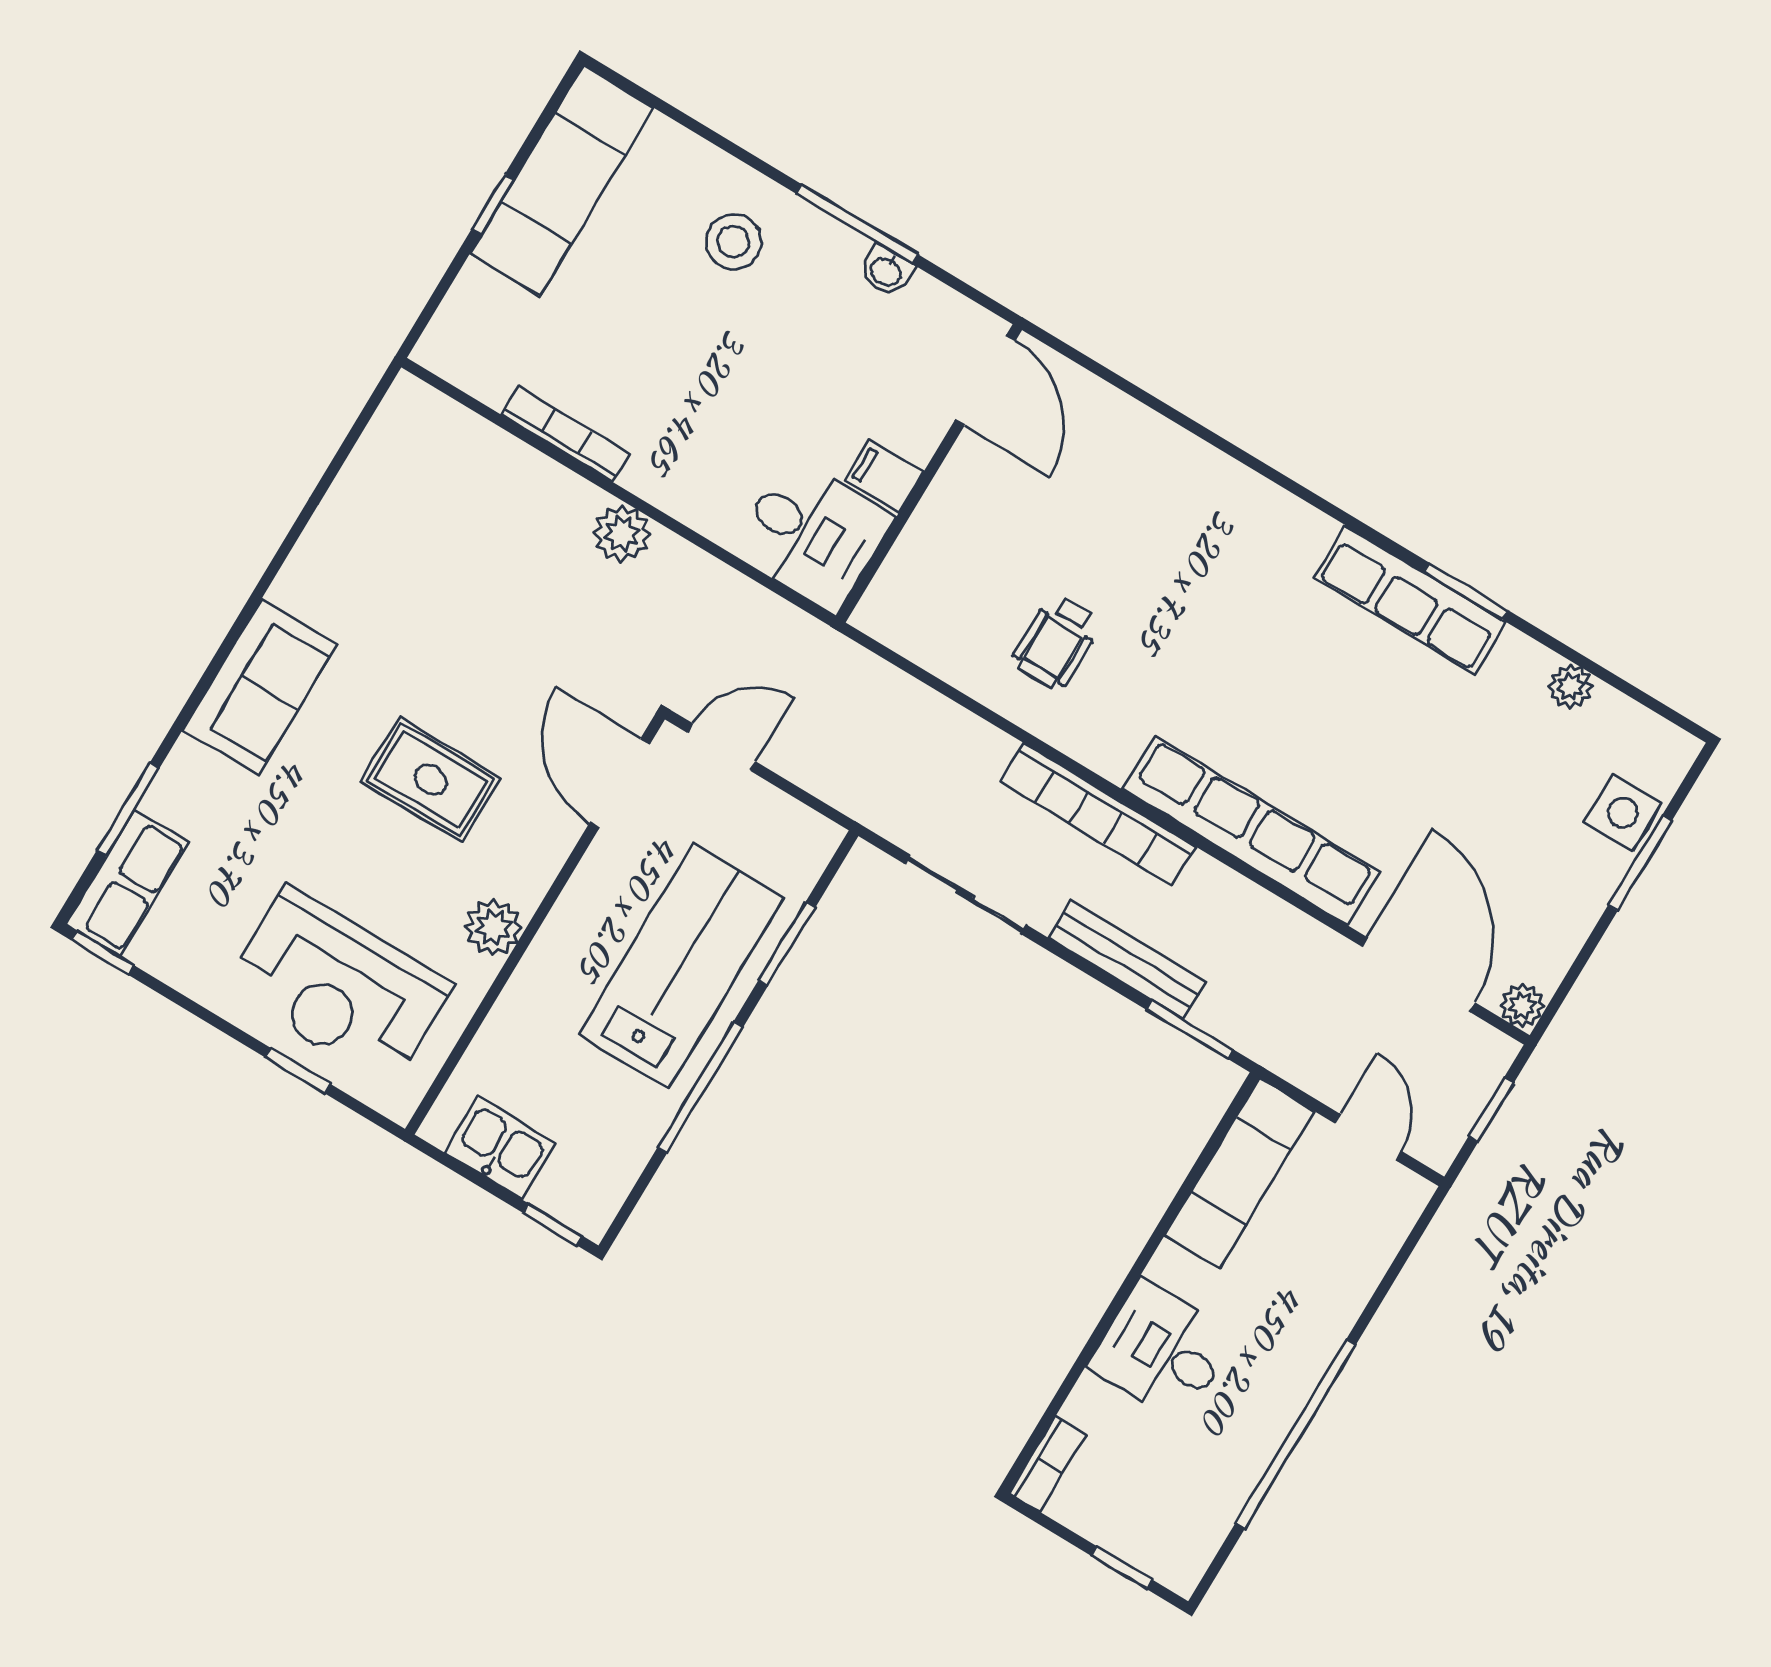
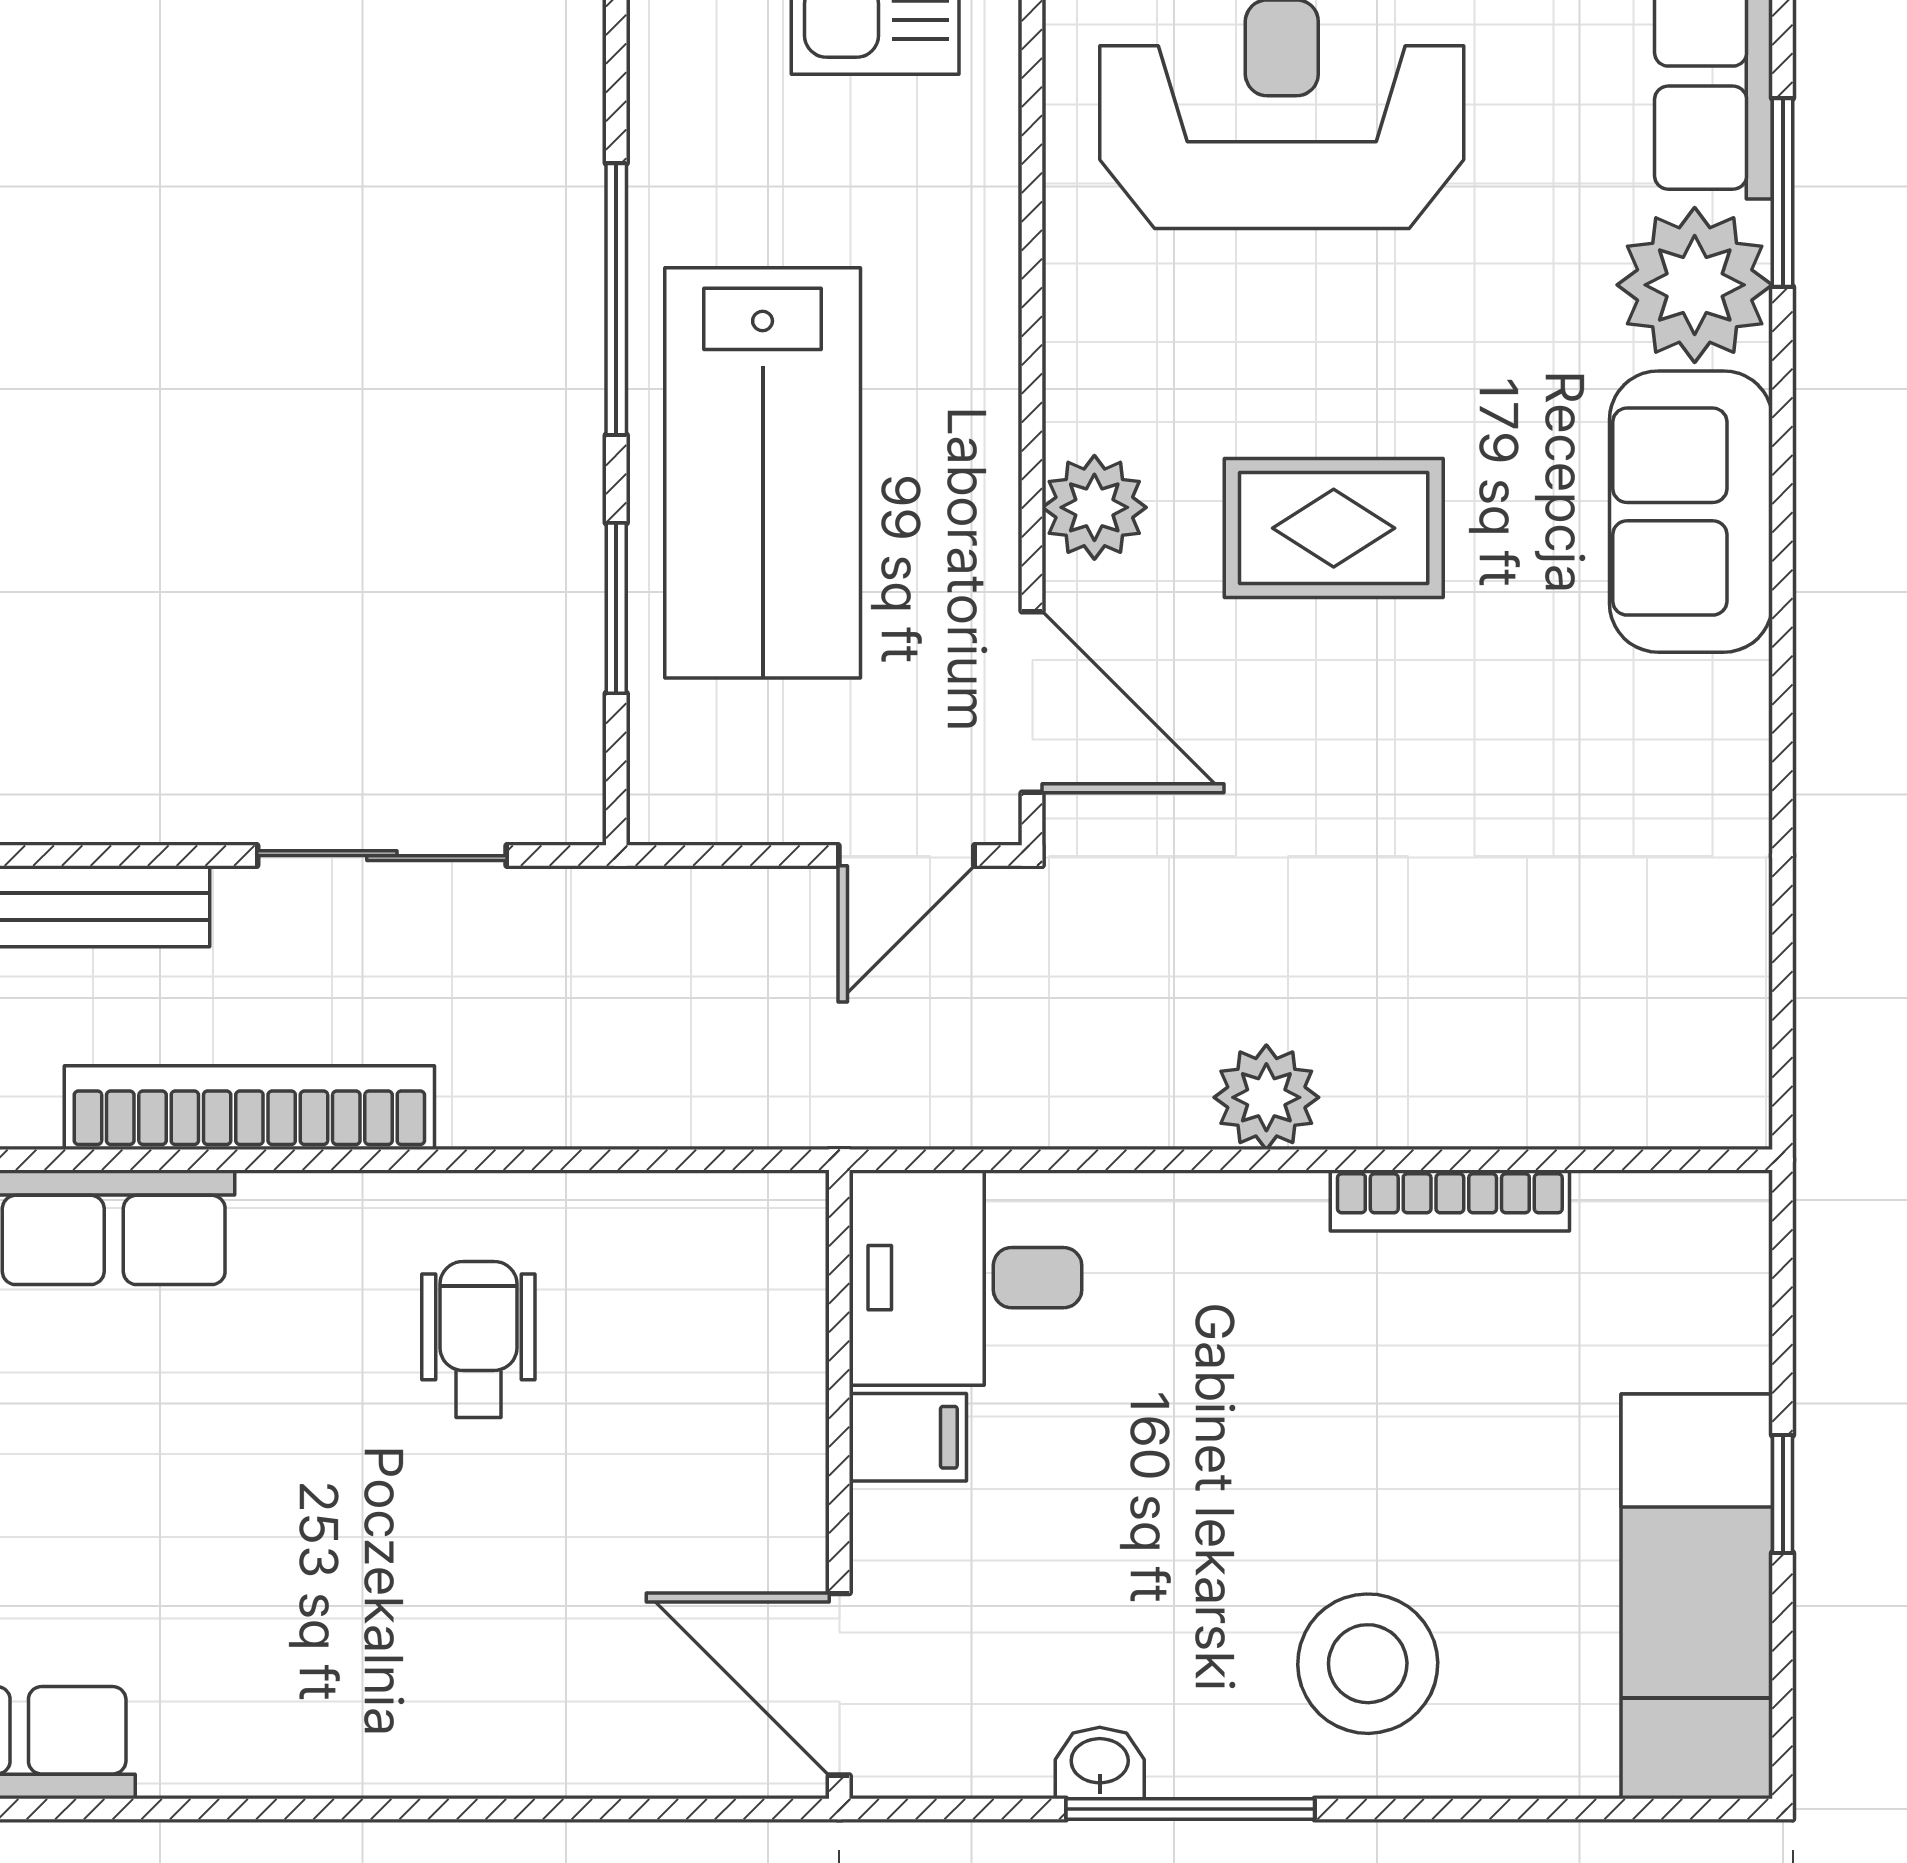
stool: (734, 242) -> (1368, 1664), width x1.38, depth x1.38
plant: (195, 791) -> (1695, 285), added
plant: (493, 928) -> (1094, 507), moved

